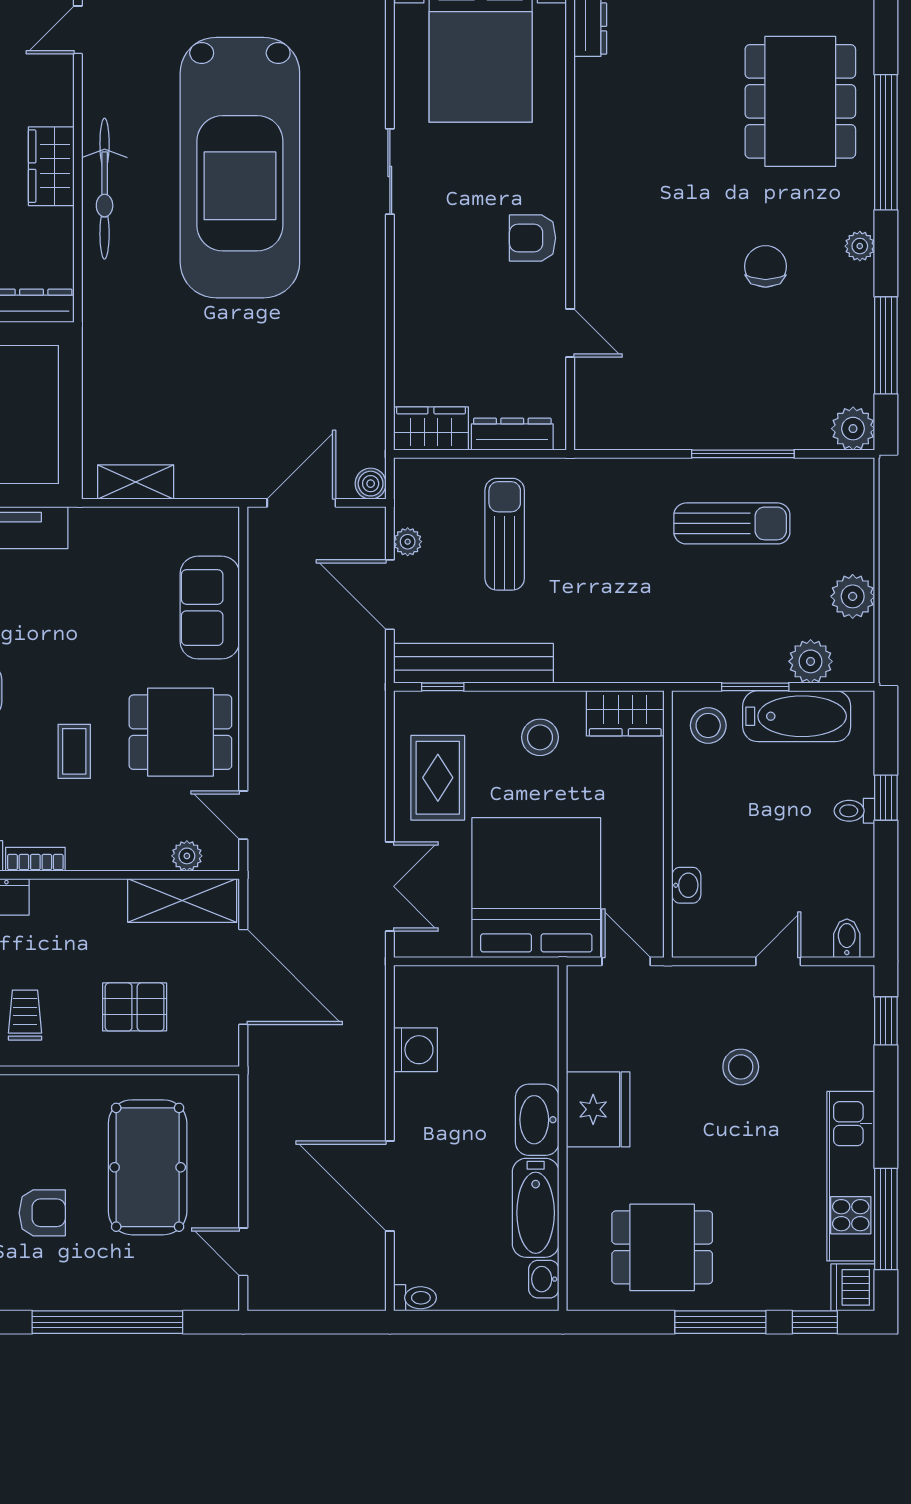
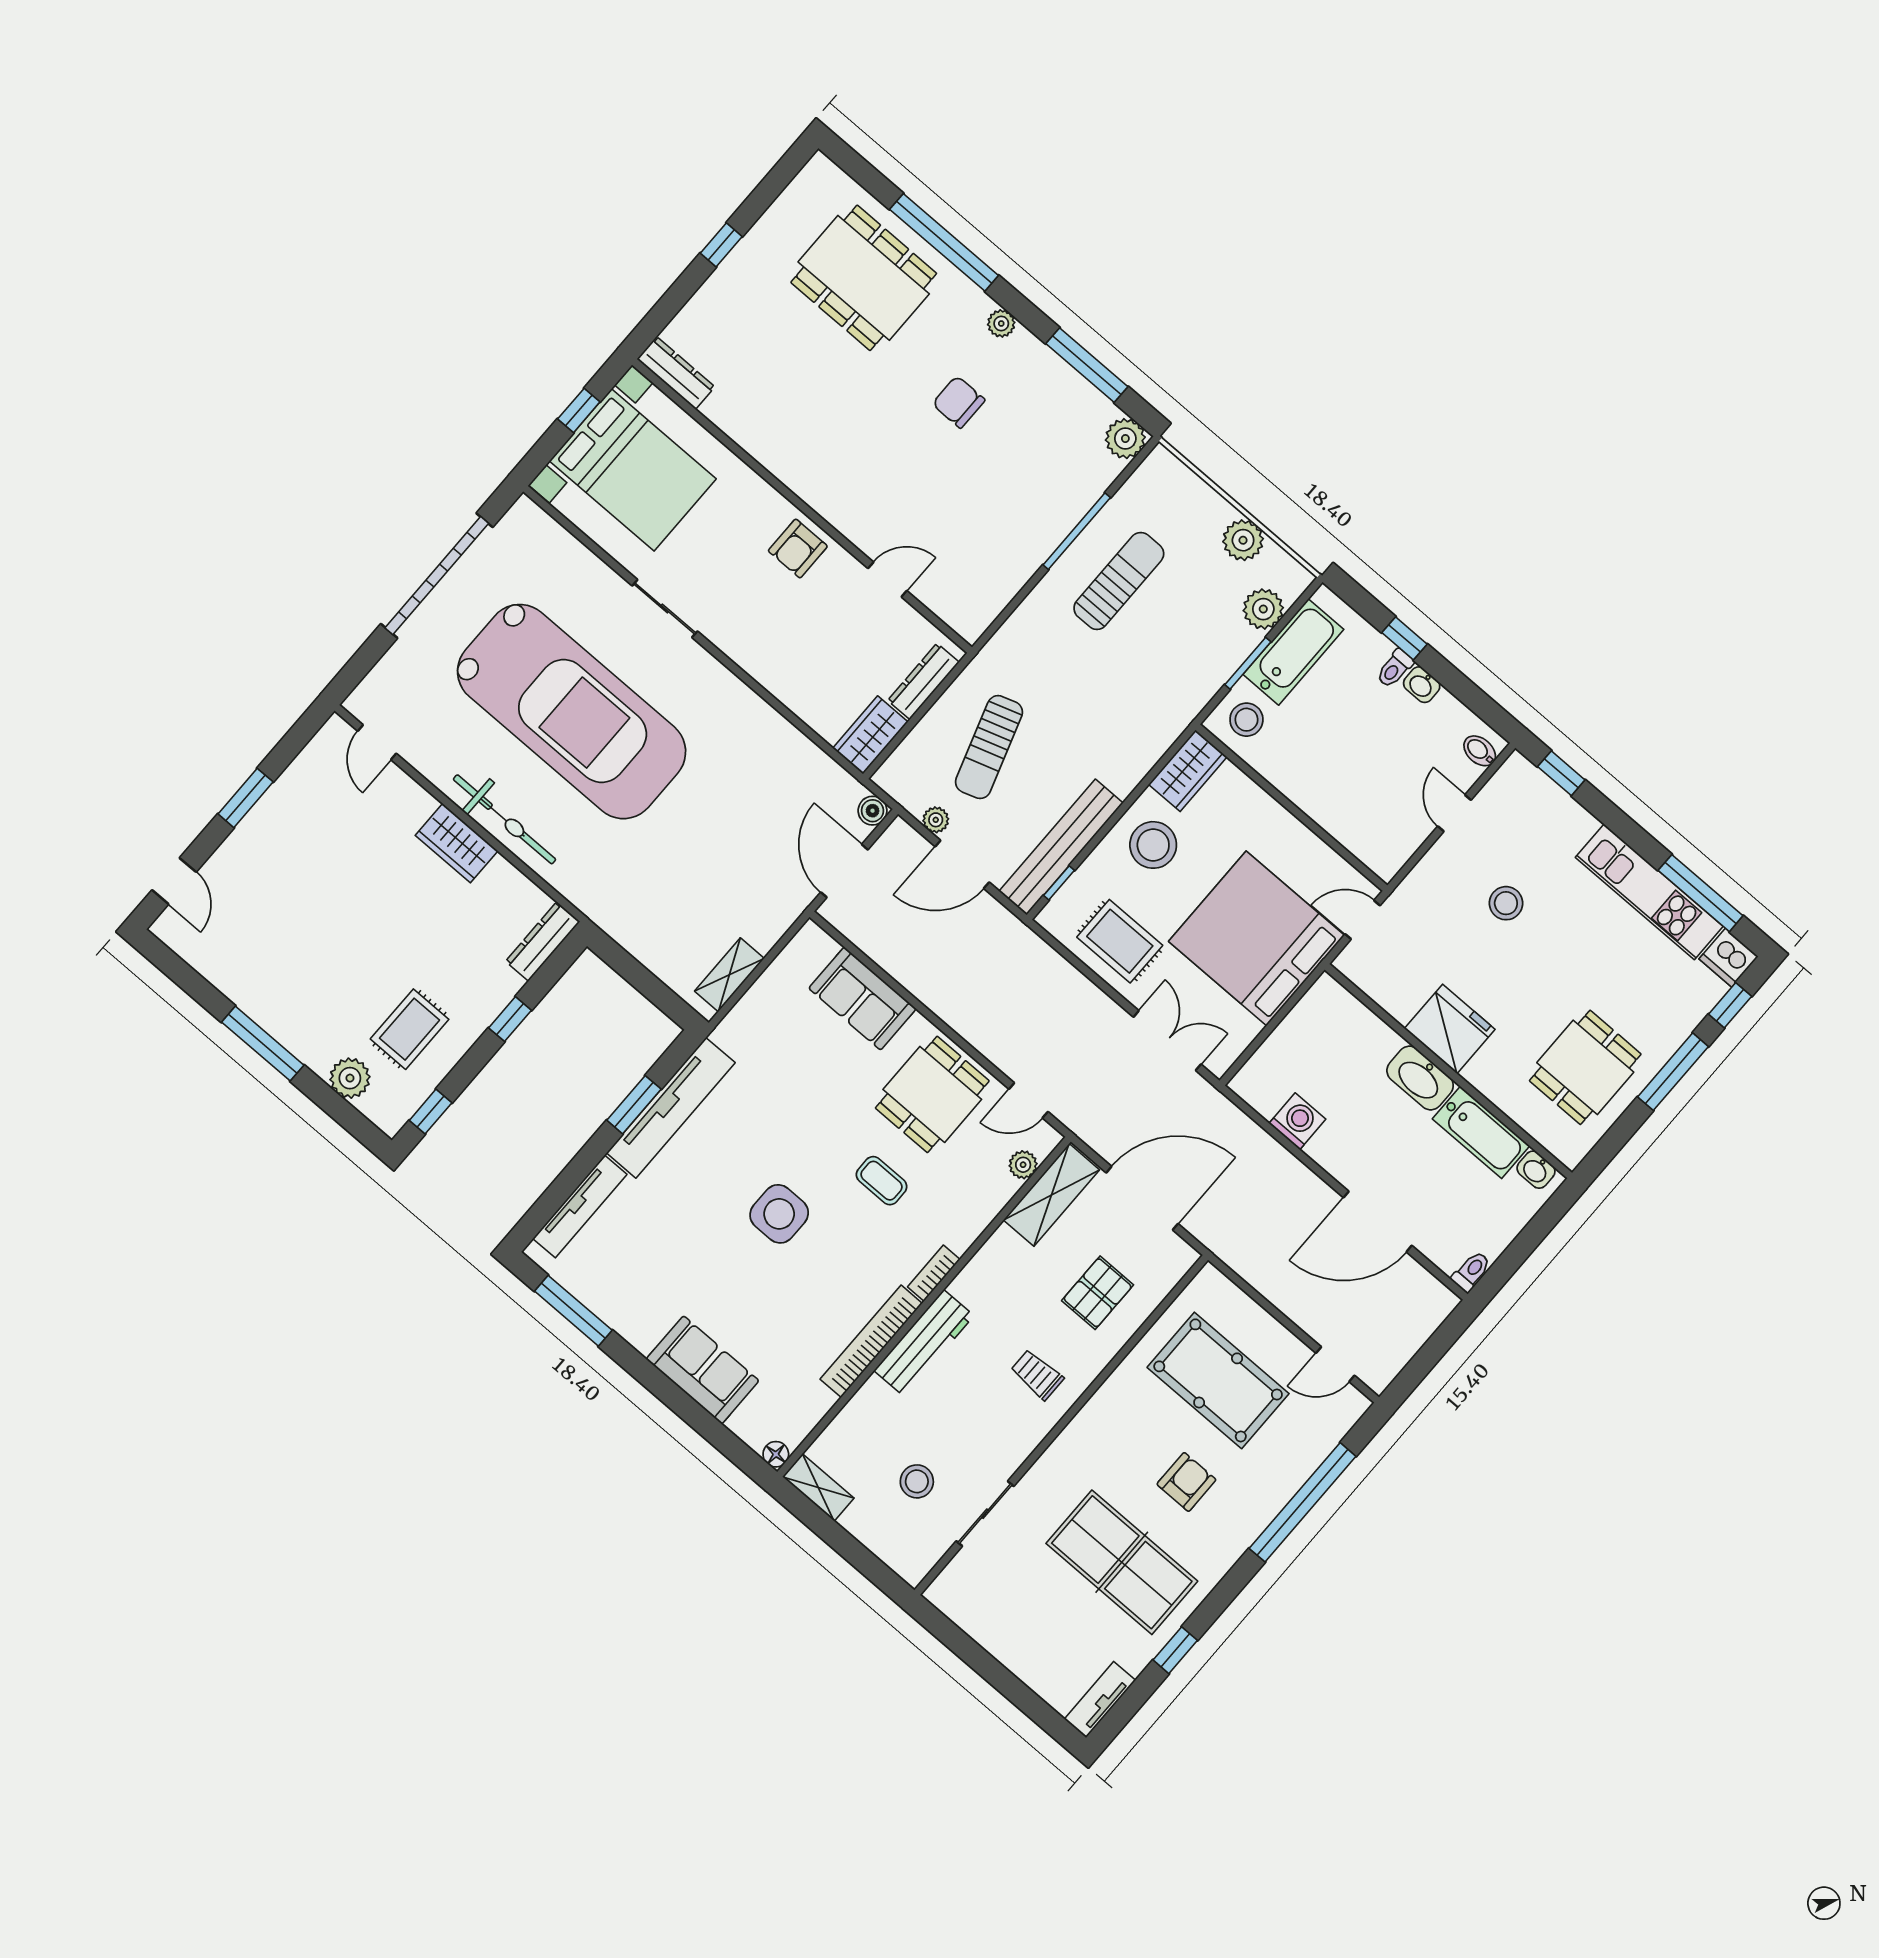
sun lounger: (505, 534) -> (989, 747), turned -108
stool: (540, 737) -> (1153, 845), width x1.38, depth x1.38
washbasin: (686, 885) -> (1422, 685), moved, turned 180

